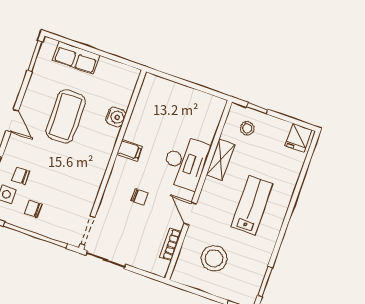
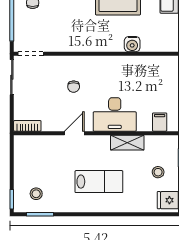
stool: (247, 128) -> (158, 172), moved
filing cabinet: (129, 150) -> (160, 122), moved, turned 180
bookcase: (170, 244) -> (27, 126), moved
stool: (214, 258) -> (36, 194), moved, width x0.53, depth x0.53

